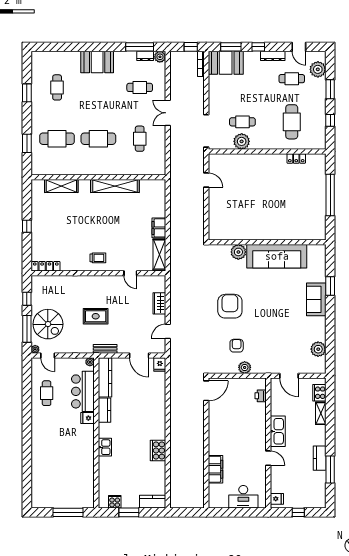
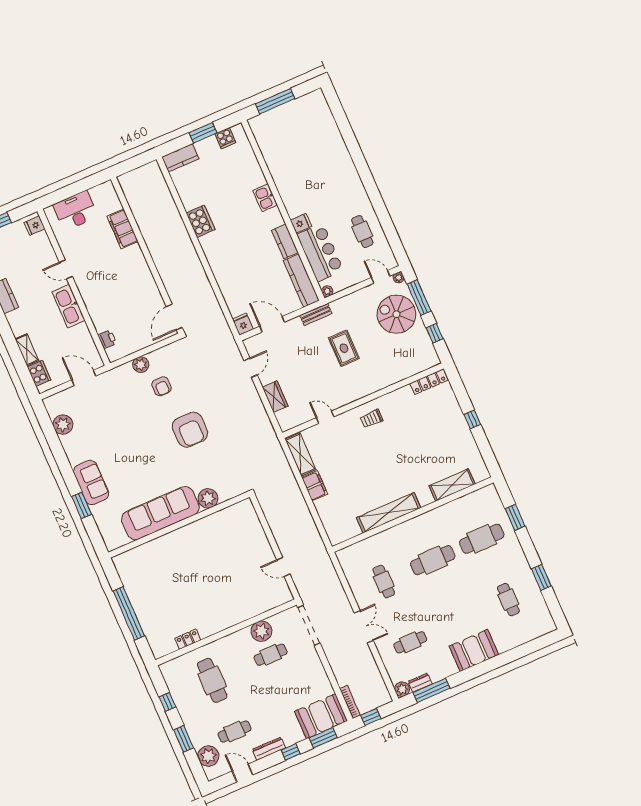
rug: (96, 316) -> (344, 348), turned 90

